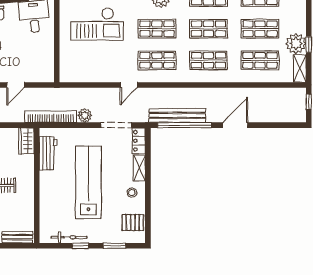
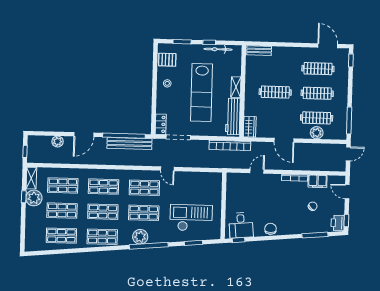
door: (129, 85) -> (167, 169), swing flipped
plant: (85, 115) -> (58, 142), moved
workbench: (48, 153) -> (233, 117), width x1.38
shelving: (139, 168) -> (236, 87), moved

